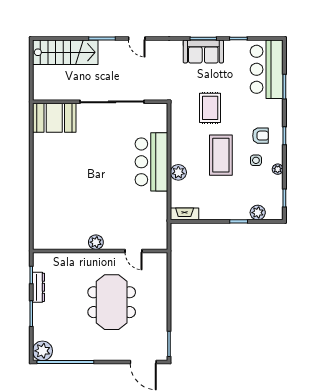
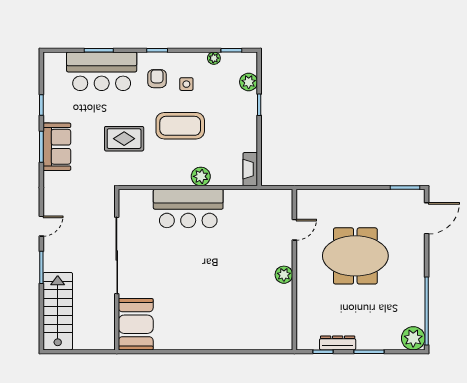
bar counter: (267, 69) -> (102, 71), moved
plant: (278, 169) -> (214, 58), moved

